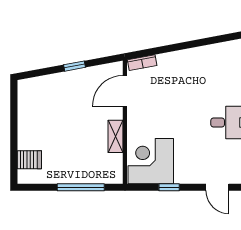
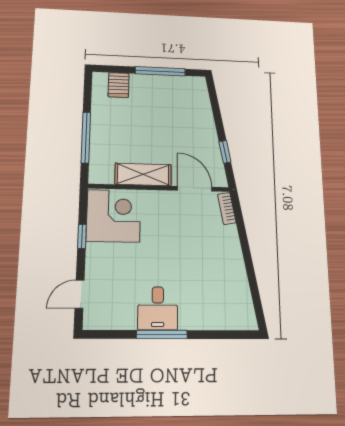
window: (74, 66) -> (225, 152), moved
window: (14, 122) -> (160, 71), added
shelving: (116, 136) -> (143, 174), width x1.50, depth x1.33

